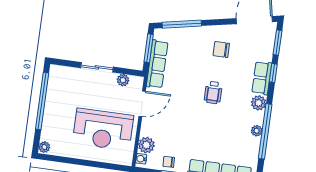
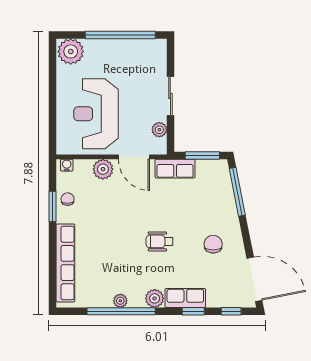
window: (277, 43) -> (231, 311), width x0.67
row of seats: (157, 64) -> (175, 169), width x0.68
plant: (146, 145) -> (103, 169), moved
plant: (44, 147) -> (71, 51), width x1.87, depth x1.87

